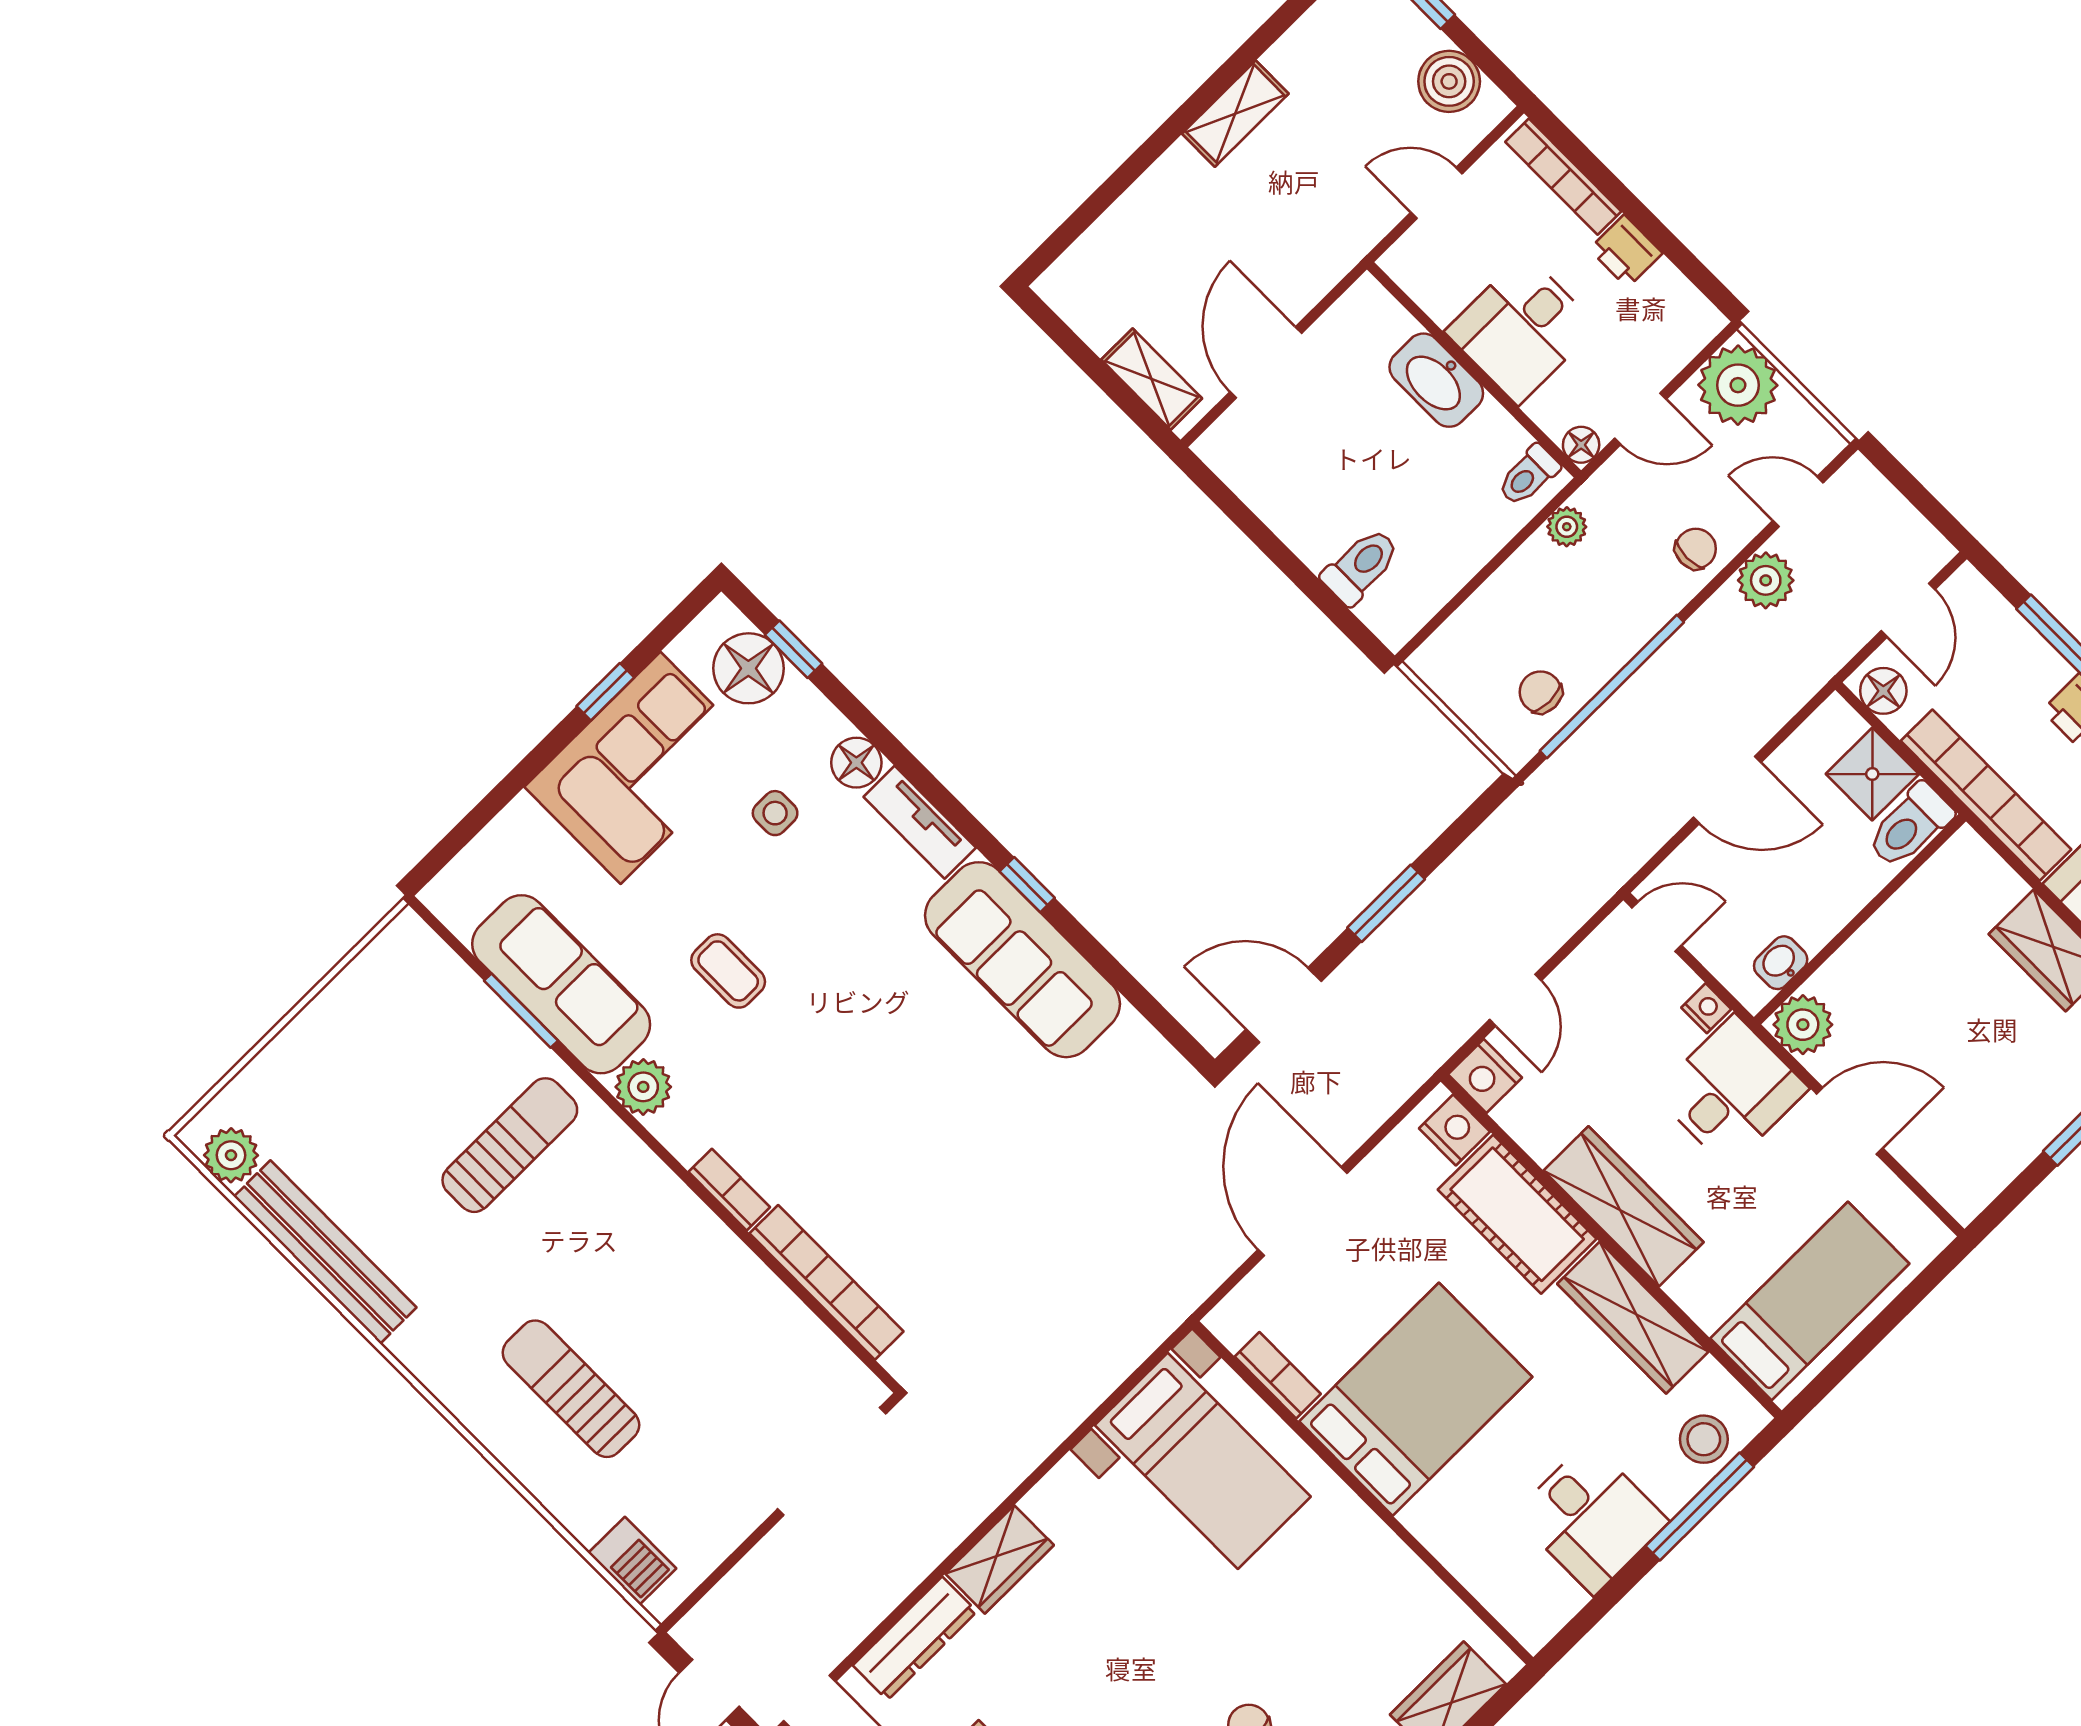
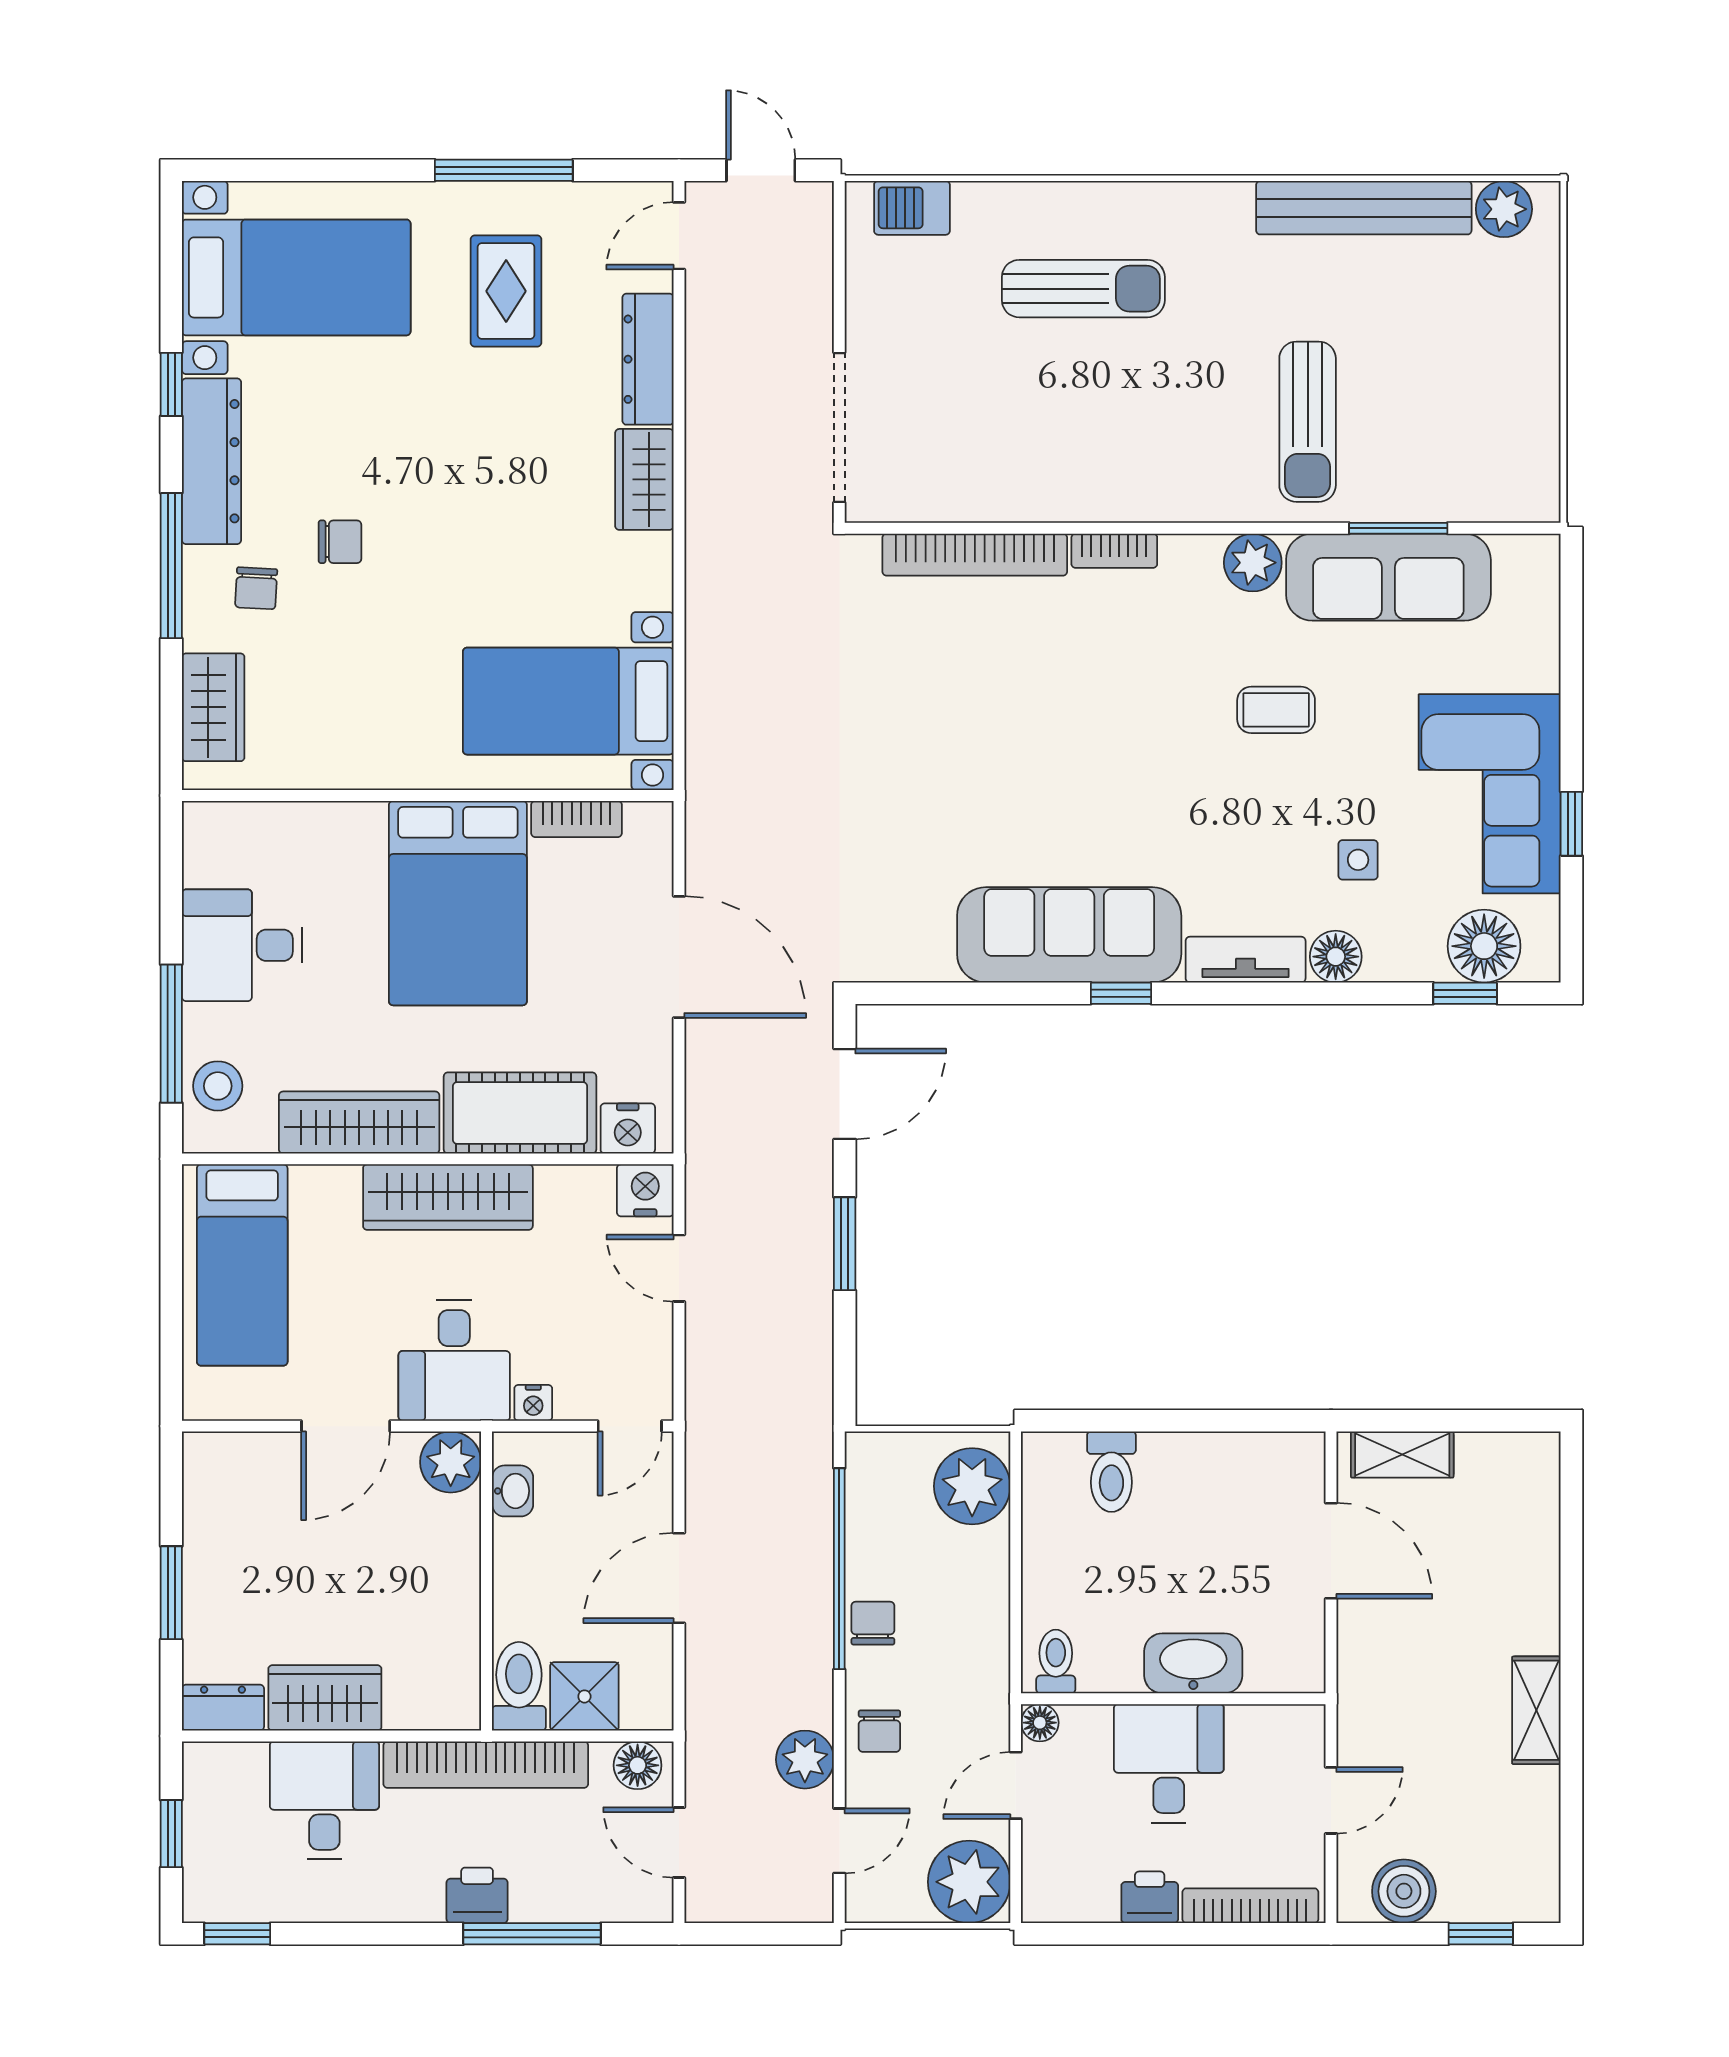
plant: (1567, 527) -> (972, 1486), moved, width x1.88, depth x1.88
chair: (1541, 692) -> (873, 1623), moved, turned -90

